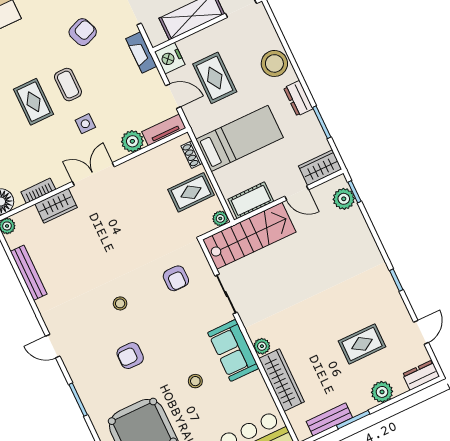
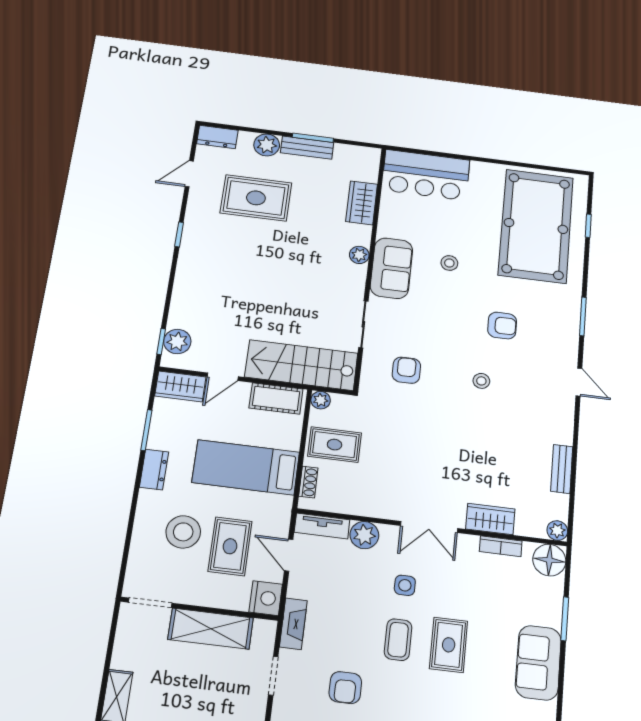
armchair: (83, 32) -> (345, 688), turned -68
stool: (274, 63) -> (183, 532), moved
door: (297, 193) -> (223, 377), swing flipped
bench: (29, 273) -> (562, 469), width x0.73
rug: (362, 344) -> (256, 198), width x1.36, depth x1.43
wardrobe: (282, 380) -> (362, 203), width x0.67
bench: (329, 420) -> (307, 148), moved

